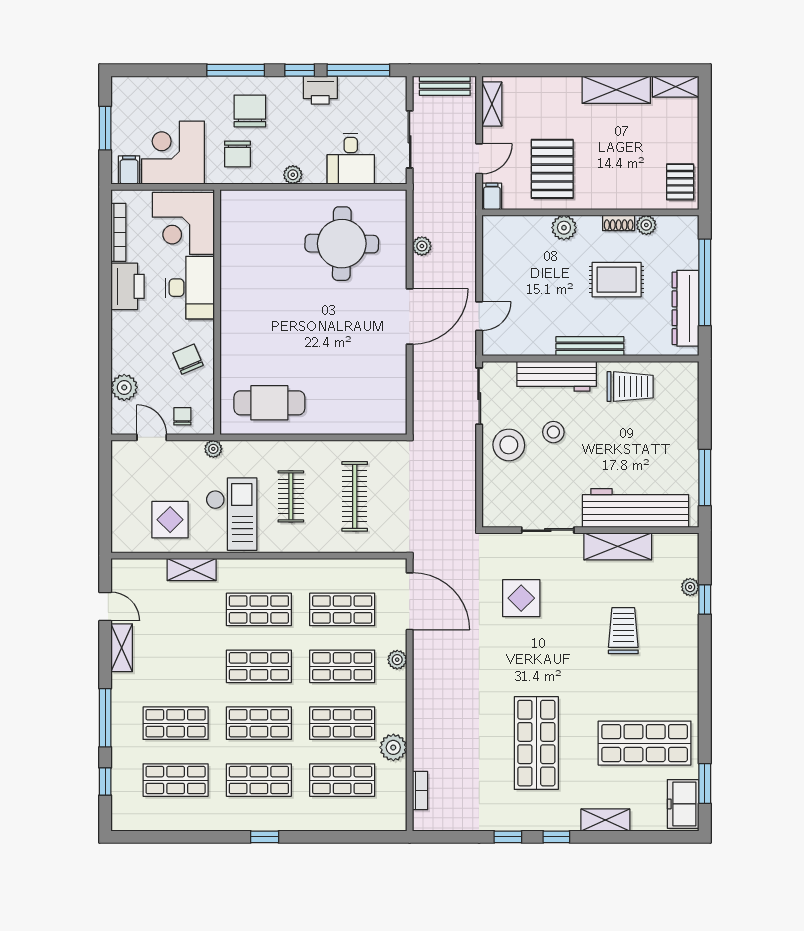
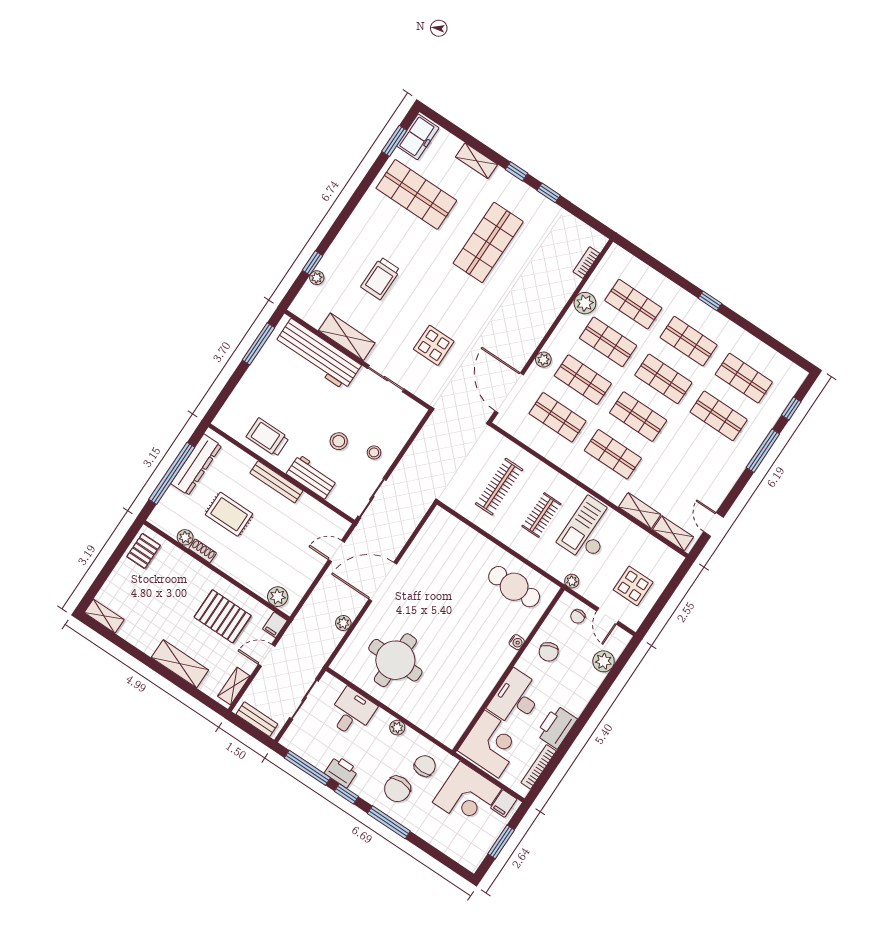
shelving: (616, 90) -> (180, 664), moved
pallet: (552, 169) -> (223, 616), turned 90
plant: (564, 228) -> (278, 597), moved
water cooler: (228, 347) -> (517, 642), added
workbench: (557, 376) -> (312, 477), width x0.73
stool: (509, 445) -> (374, 452), width x0.53, depth x0.53
display table: (170, 520) -> (633, 586), moved
shelving: (122, 648) -> (673, 533), moved, turned 90

